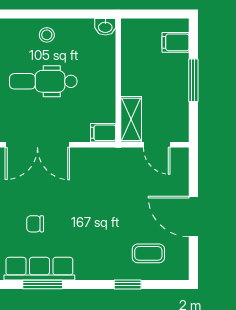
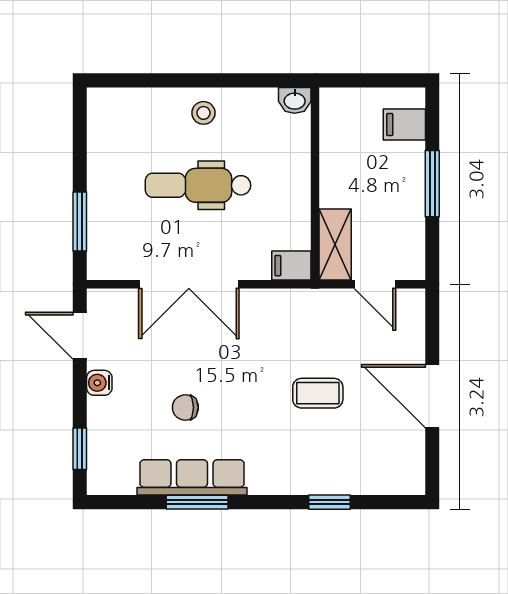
coffee table: (148, 253) -> (318, 393), moved

